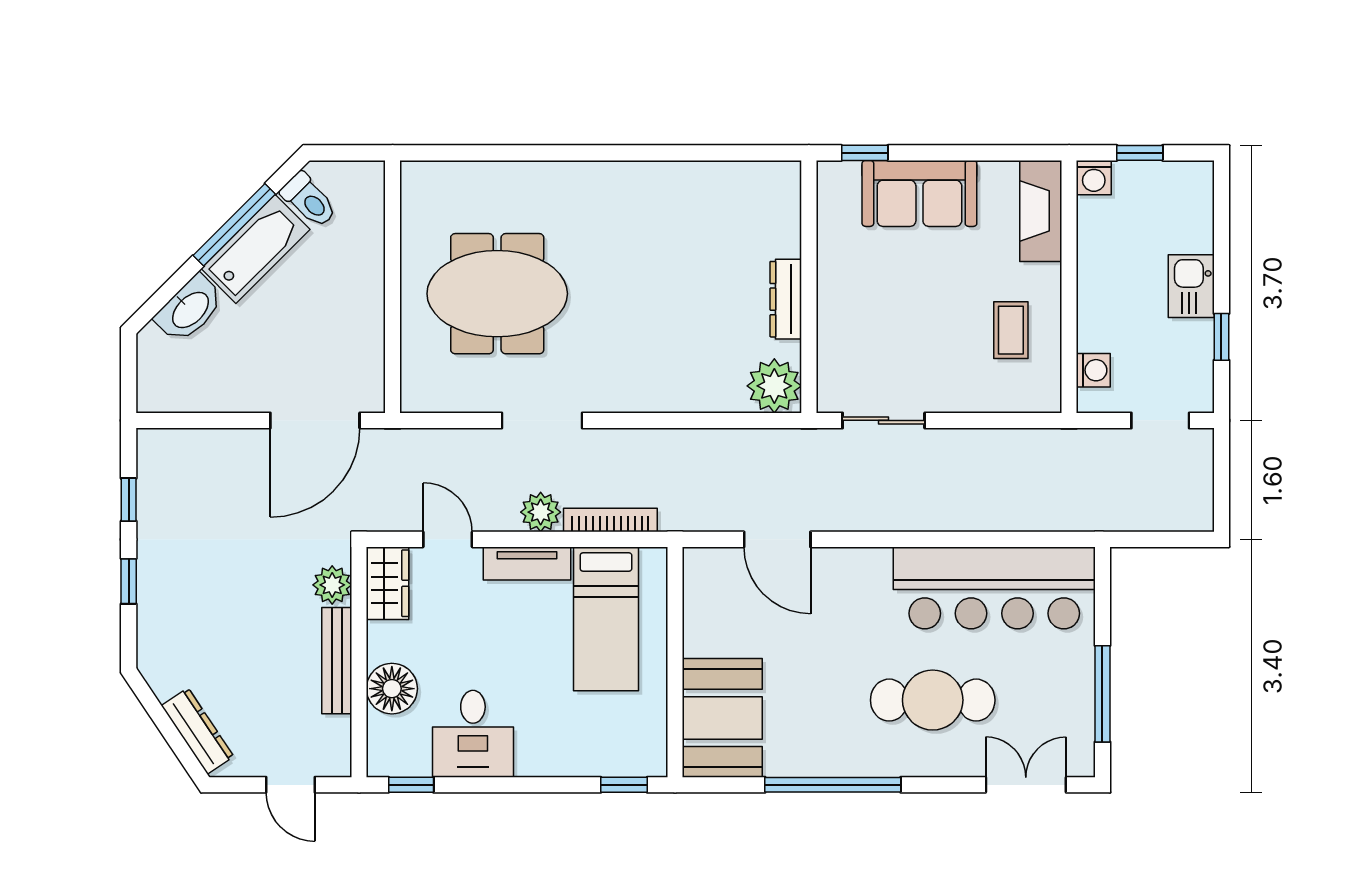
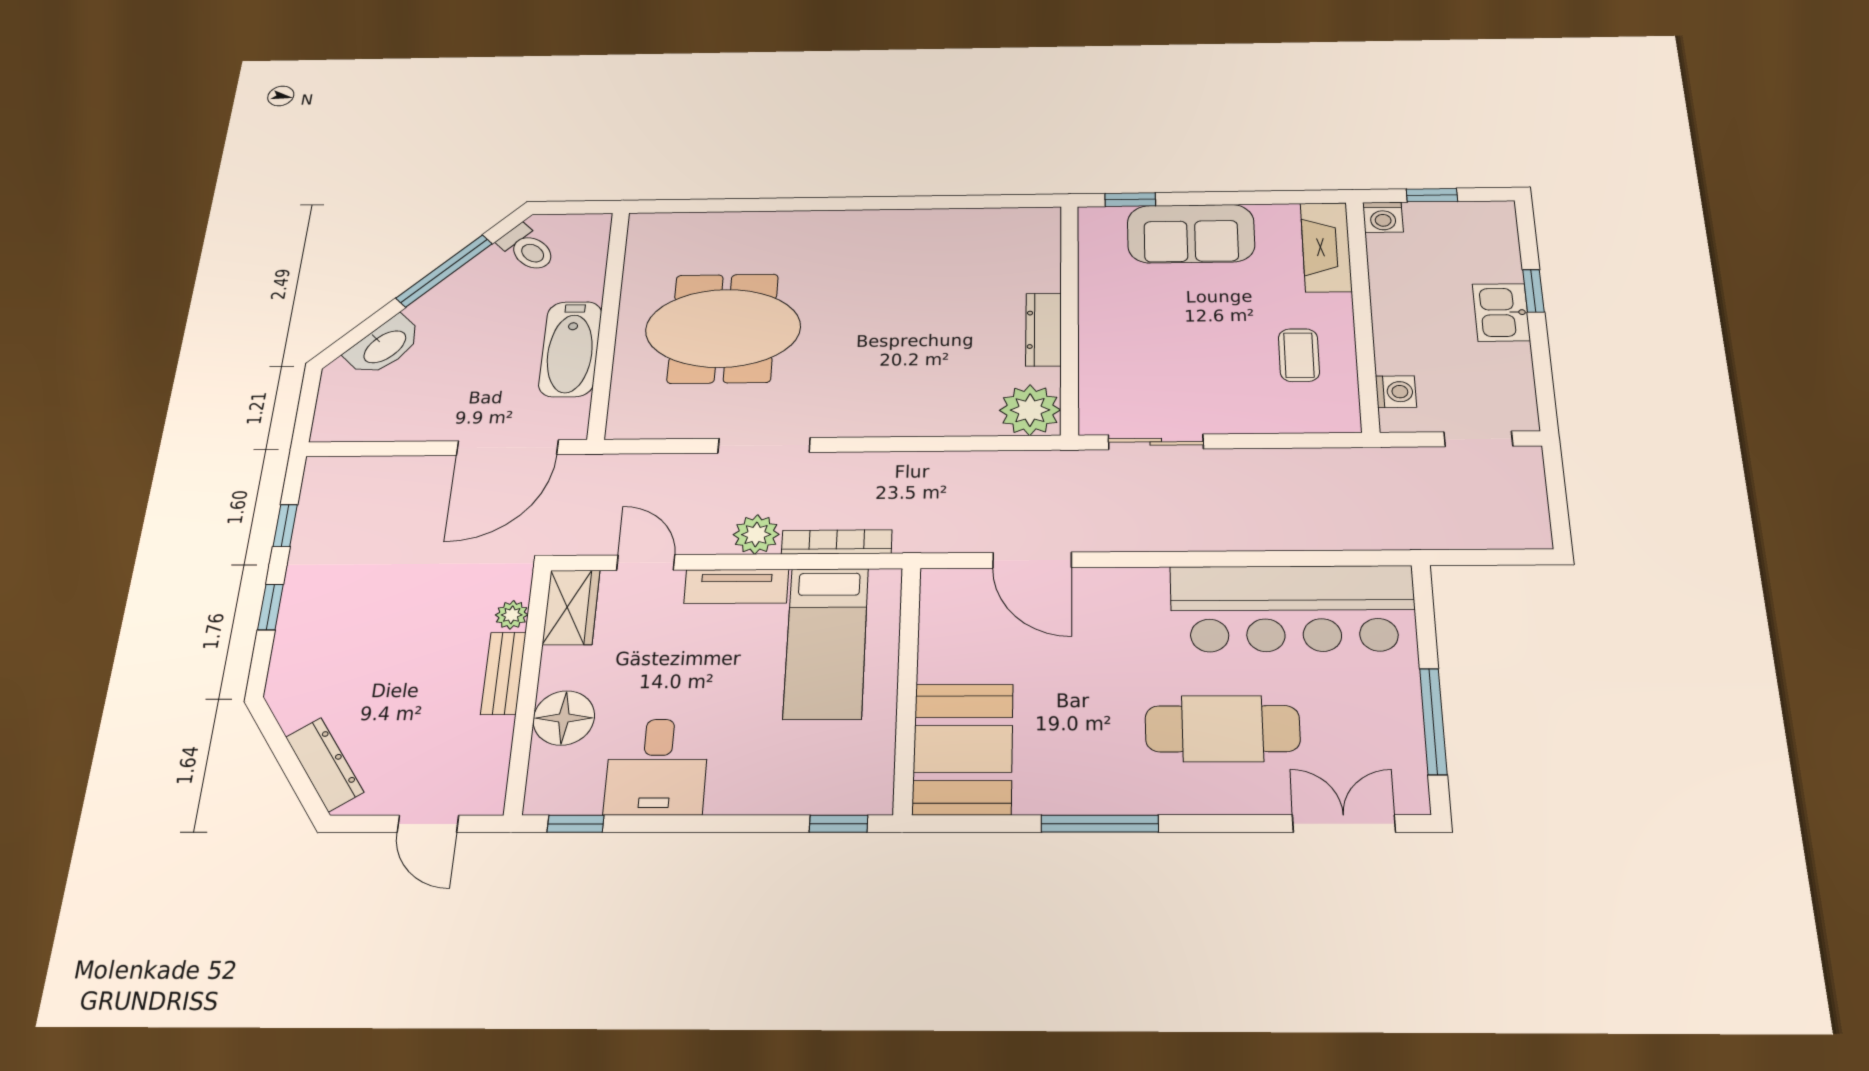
bathtub: (256, 249) -> (570, 349), moved, turned 135
window: (1221, 337) -> (1533, 291), moved
plant: (332, 585) -> (512, 615), width x0.73, depth x0.73
bench: (337, 661) -> (503, 673), width x0.73
window: (833, 785) -> (1100, 824), width x0.68

